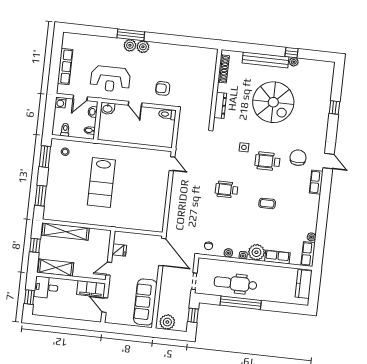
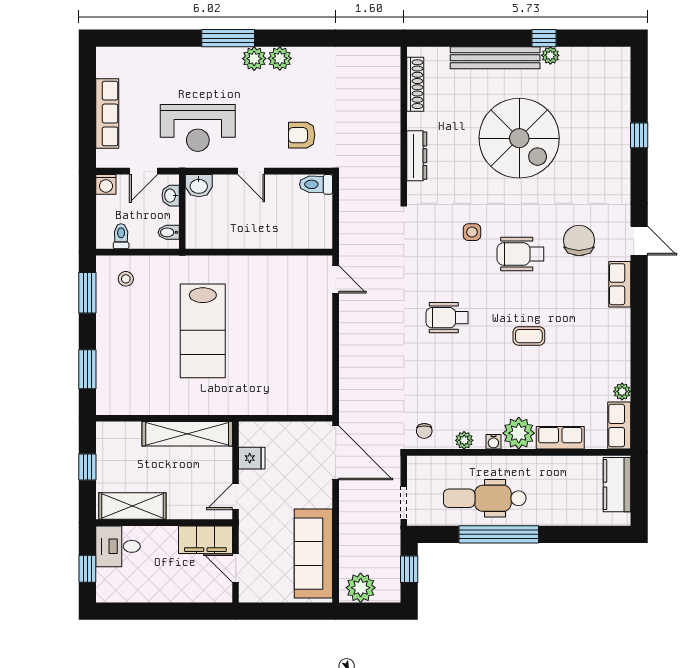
plant: (130, 45) -> (280, 58), moved
shelving: (66, 232) -> (187, 434), moved

